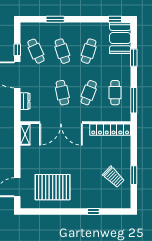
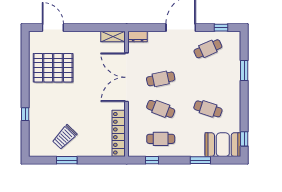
window: (17, 50) -> (221, 28), moved
cafe table: (62, 51) -> (208, 79), removed
window: (134, 100) -> (152, 160), width x0.46
dresser: (25, 101) -> (138, 36), moved
pallet: (53, 187) -> (53, 68), turned 90

